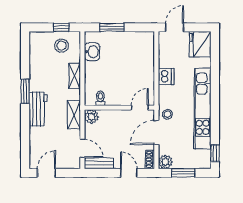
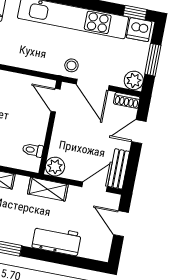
dishwasher: (166, 76) -> (139, 30), moved, turned 180
workbench: (38, 109) -> (57, 240), moved
door: (47, 173) -> (121, 224), moved

